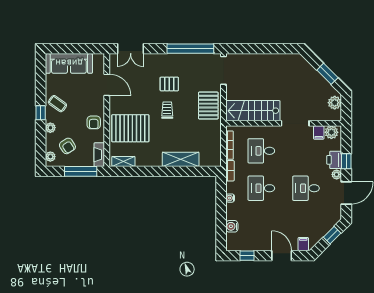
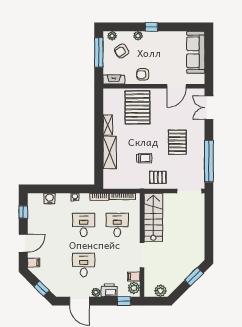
window: (327, 74) -> (194, 277), moved
pallet: (169, 84) -> (177, 142), width x1.50, depth x1.42
coffee table: (57, 104) -> (160, 42), removed
pallet: (208, 106) -> (158, 177), width x0.67, depth x0.71
trolley: (167, 110) -> (144, 158), moved
shelving: (123, 161) -> (108, 125), moved
window: (346, 161) -> (124, 301), moved
window: (81, 171) -> (99, 52), moved

